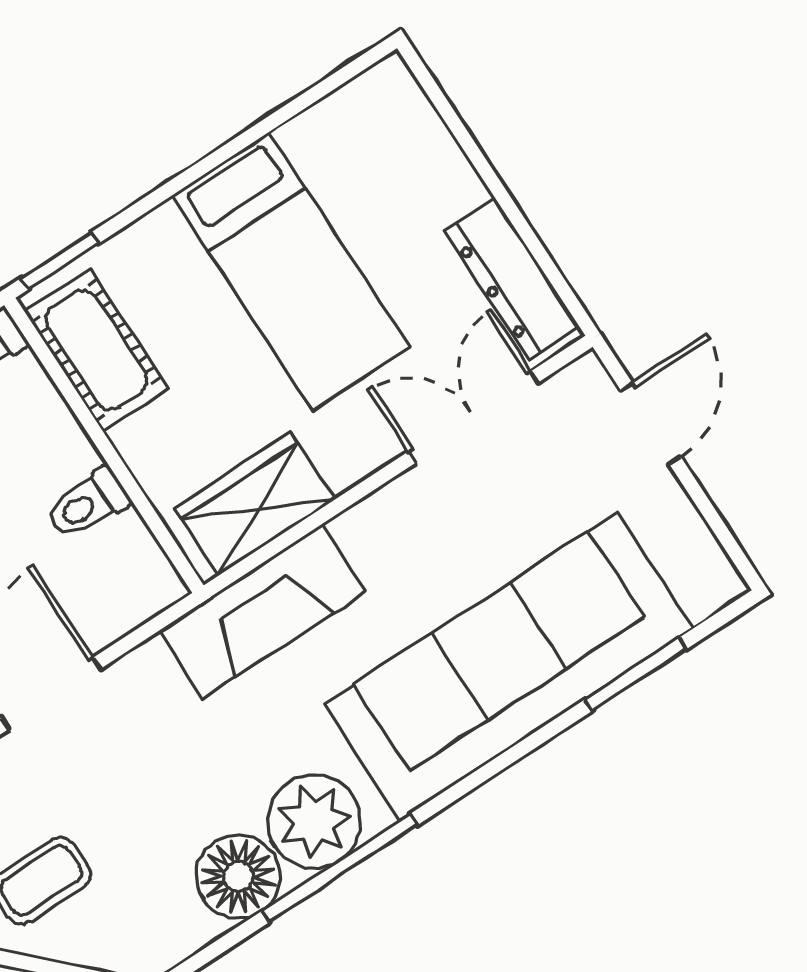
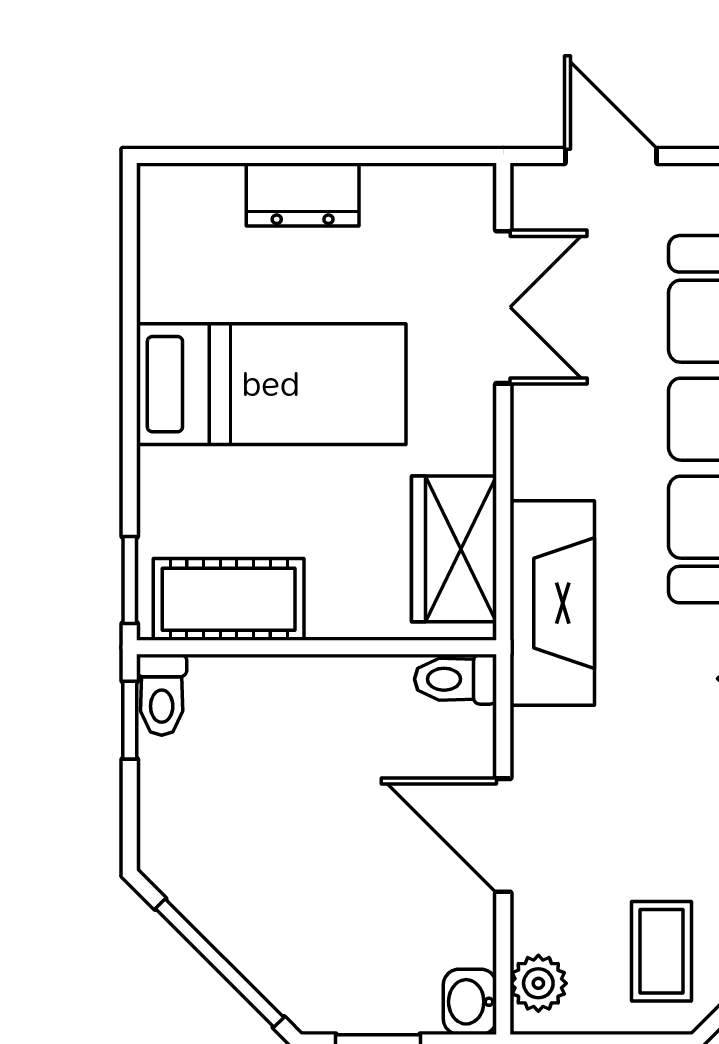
dresser: (512, 279) -> (303, 195), moved, width x0.70
double door: (474, 417) -> (503, 307), swing flipped
toilet: (88, 504) -> (455, 679), moved, turned 90

